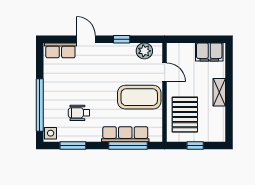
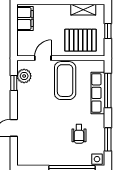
window: (122, 39) -> (14, 83), moved
row of seats: (60, 50) -> (24, 150), removed
shelving: (219, 92) -> (83, 10), moved

